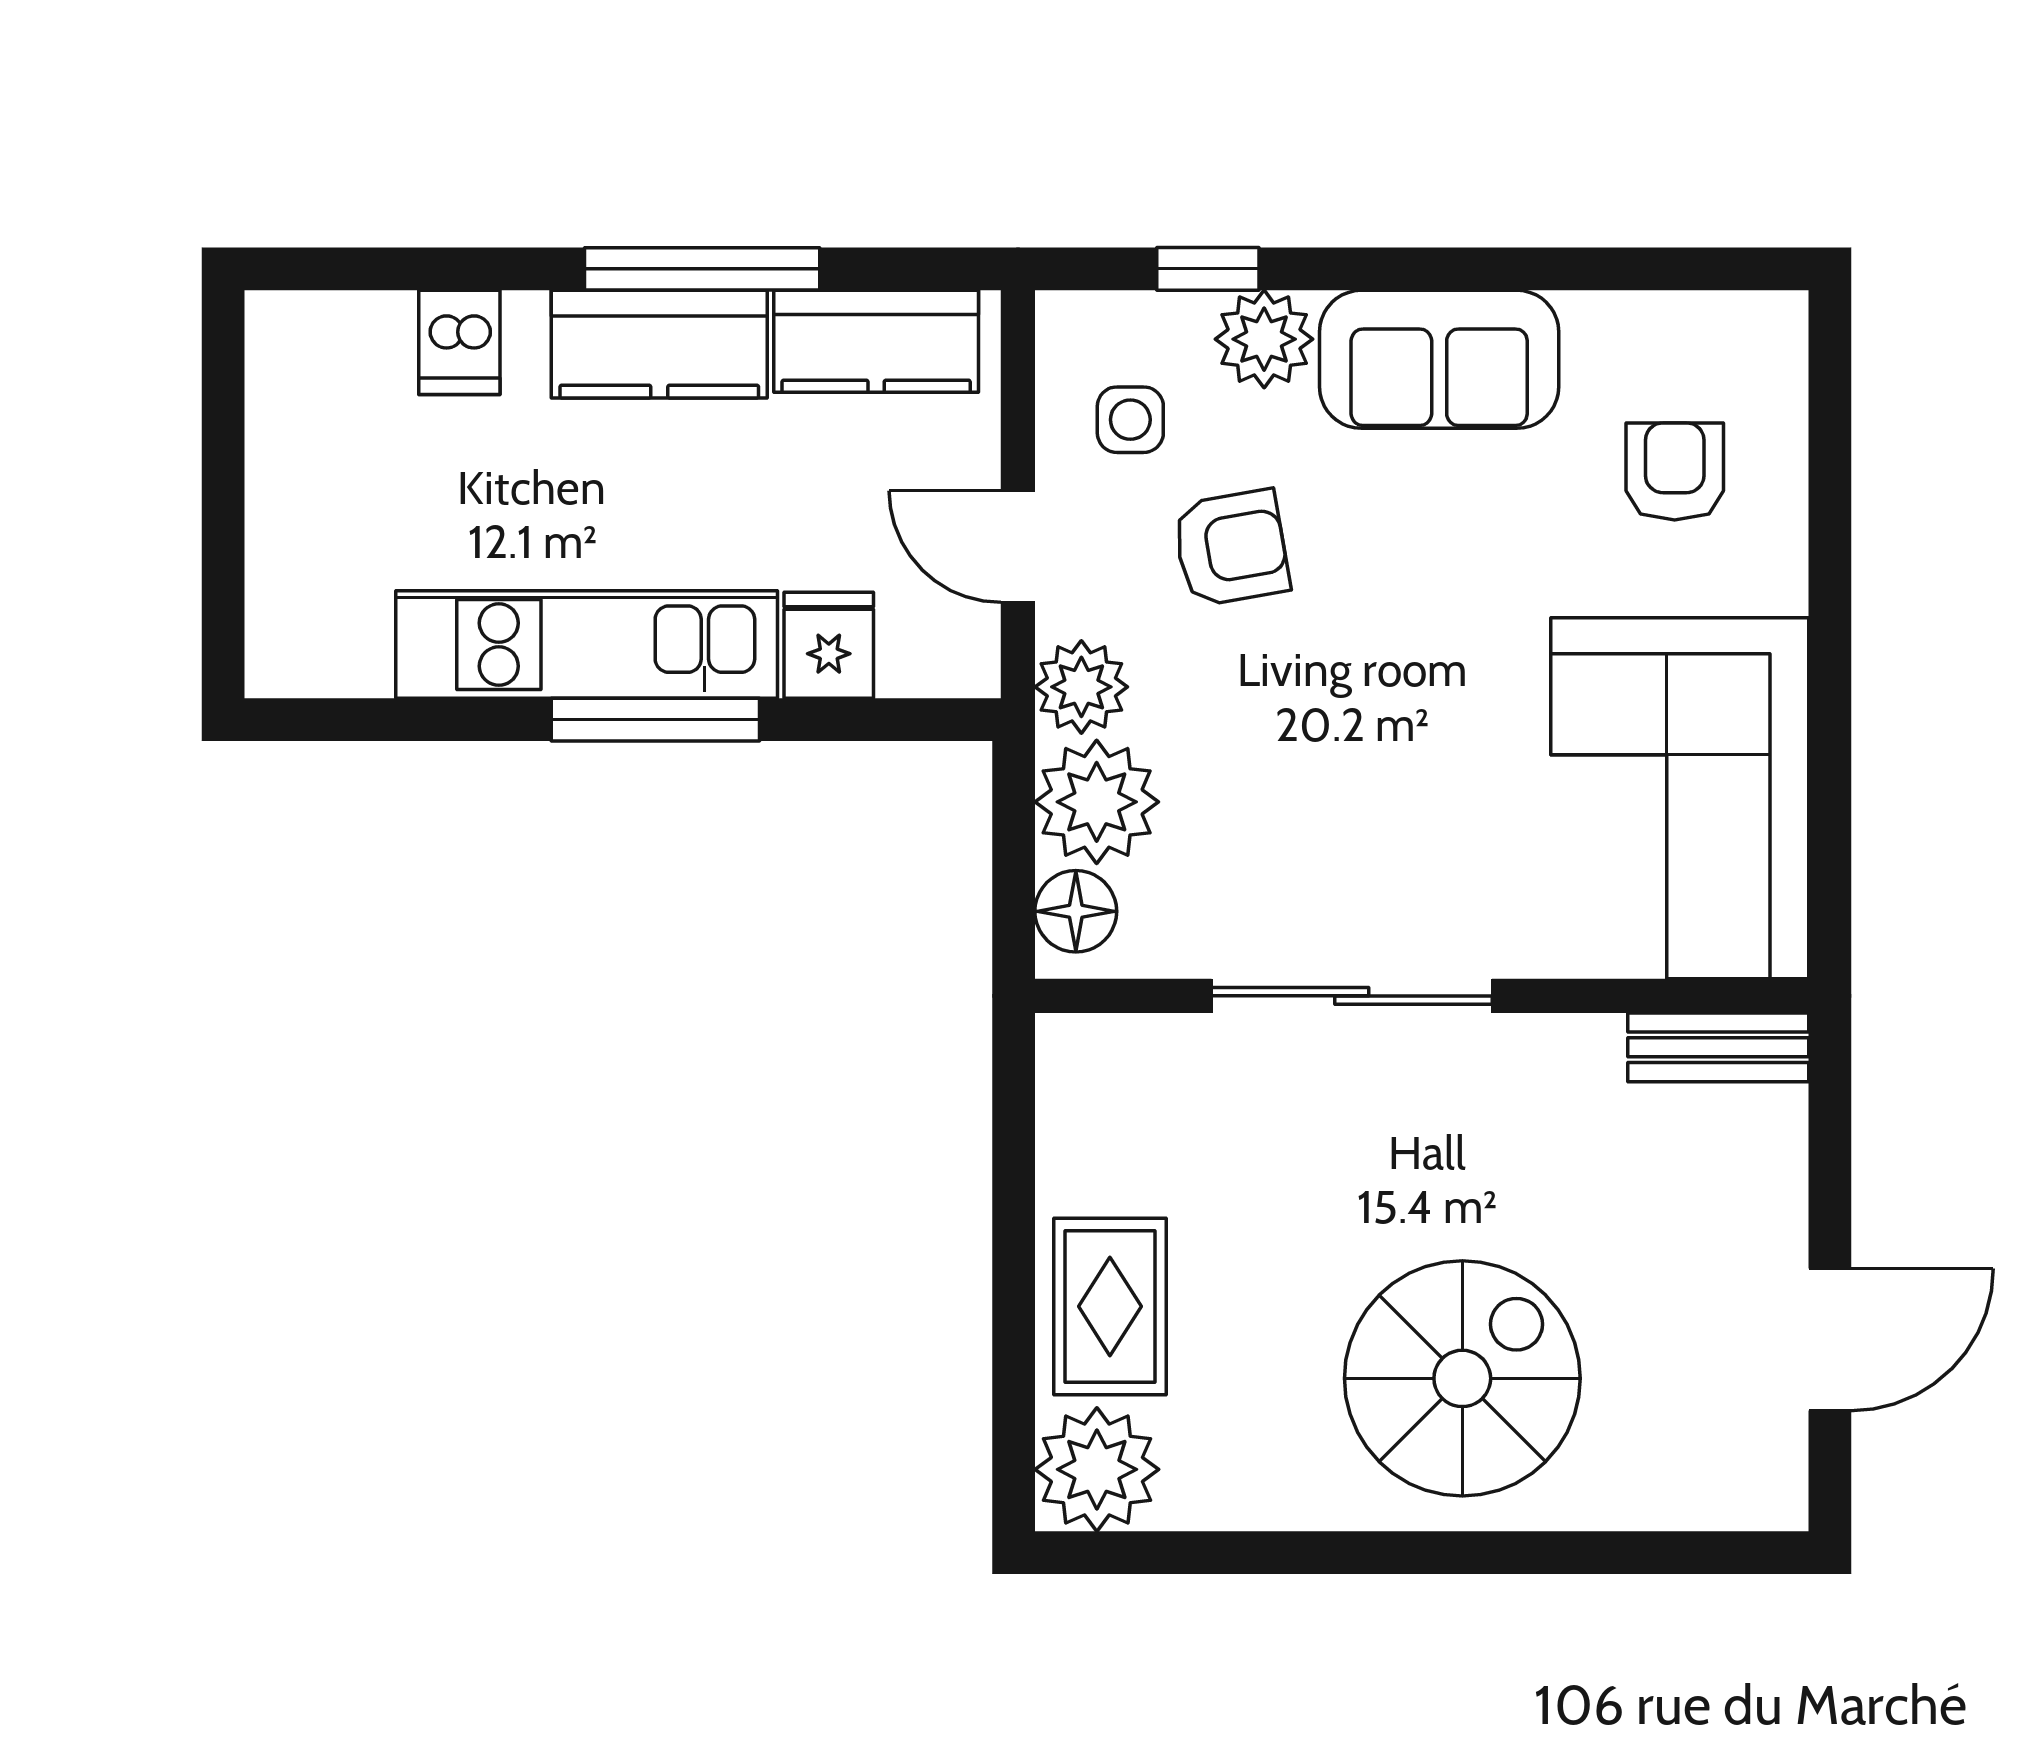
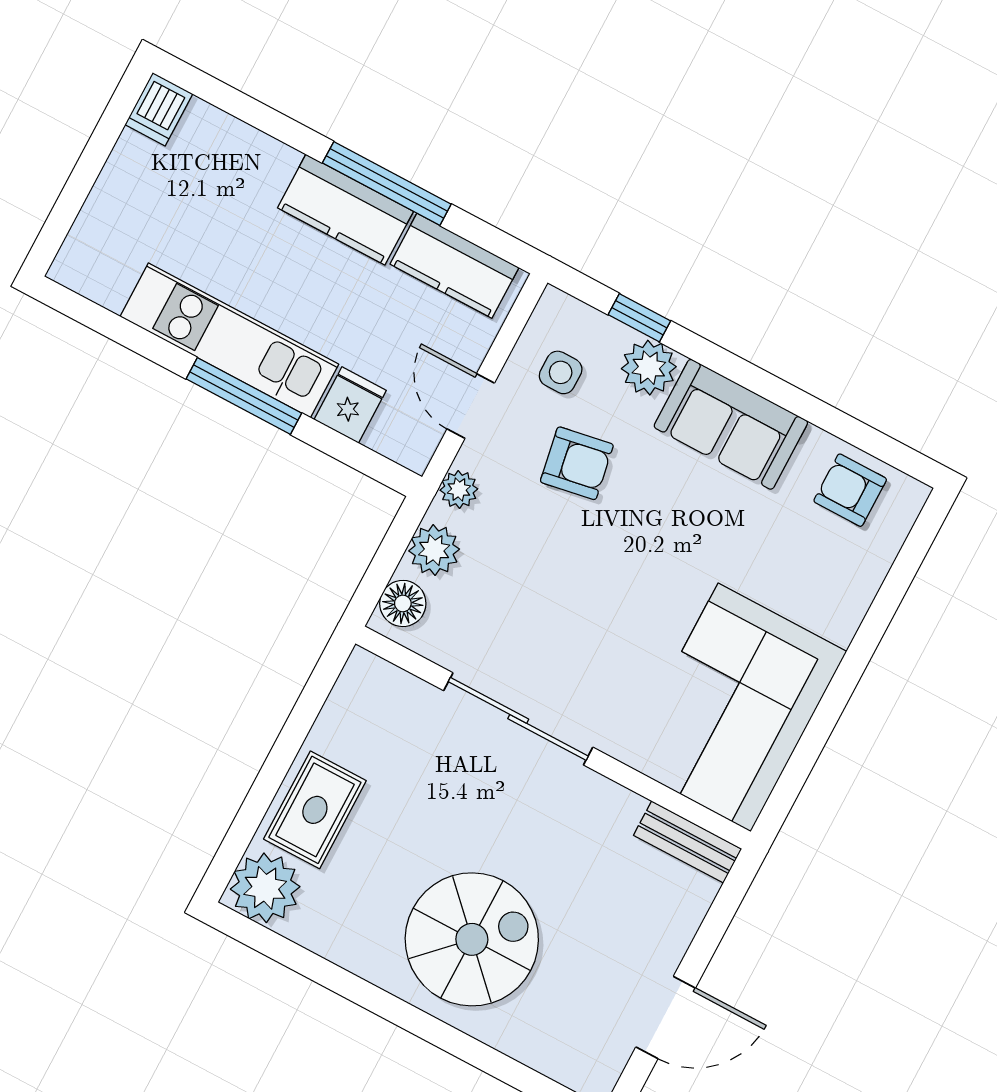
dishwasher: (459, 342) -> (159, 109), moved
armchair: (1675, 471) -> (850, 490), moved, turned -90
plant: (1081, 687) -> (459, 490), width x0.73, depth x0.73
plant: (1097, 802) -> (434, 550), width x0.73, depth x0.73

